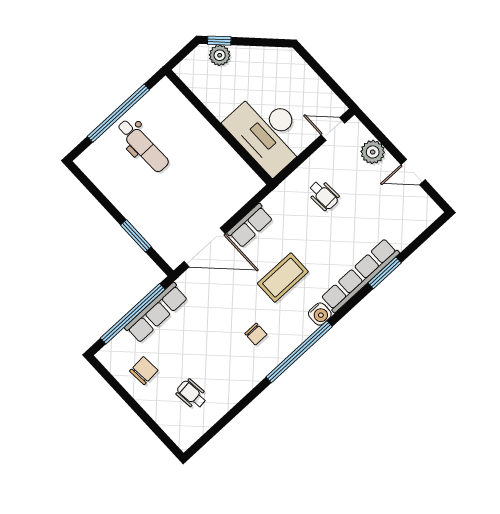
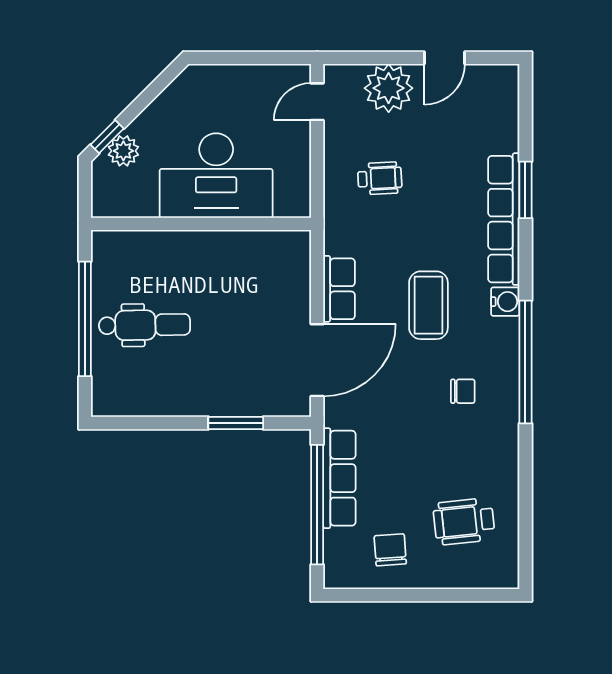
desk: (268, 132) -> (216, 176), moved
plant: (373, 152) -> (389, 88), width x1.36, depth x1.36
wheelchair: (192, 394) -> (464, 521), width x1.36, depth x1.37

